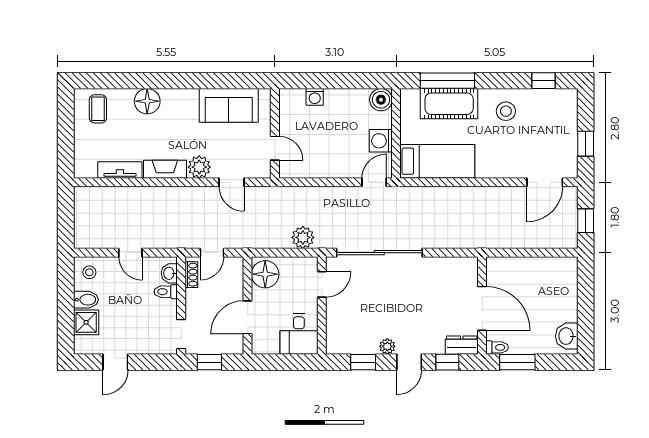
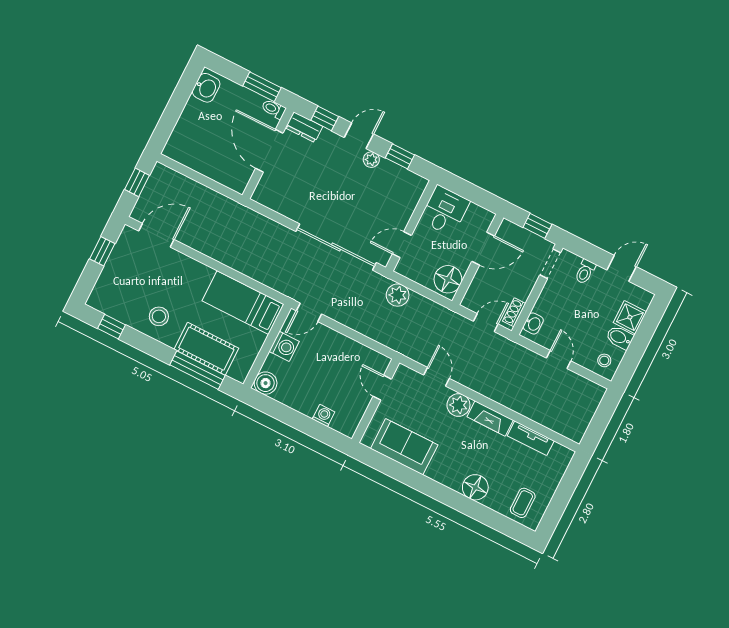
toilet: (166, 292) -> (585, 272), moved, turned 90

